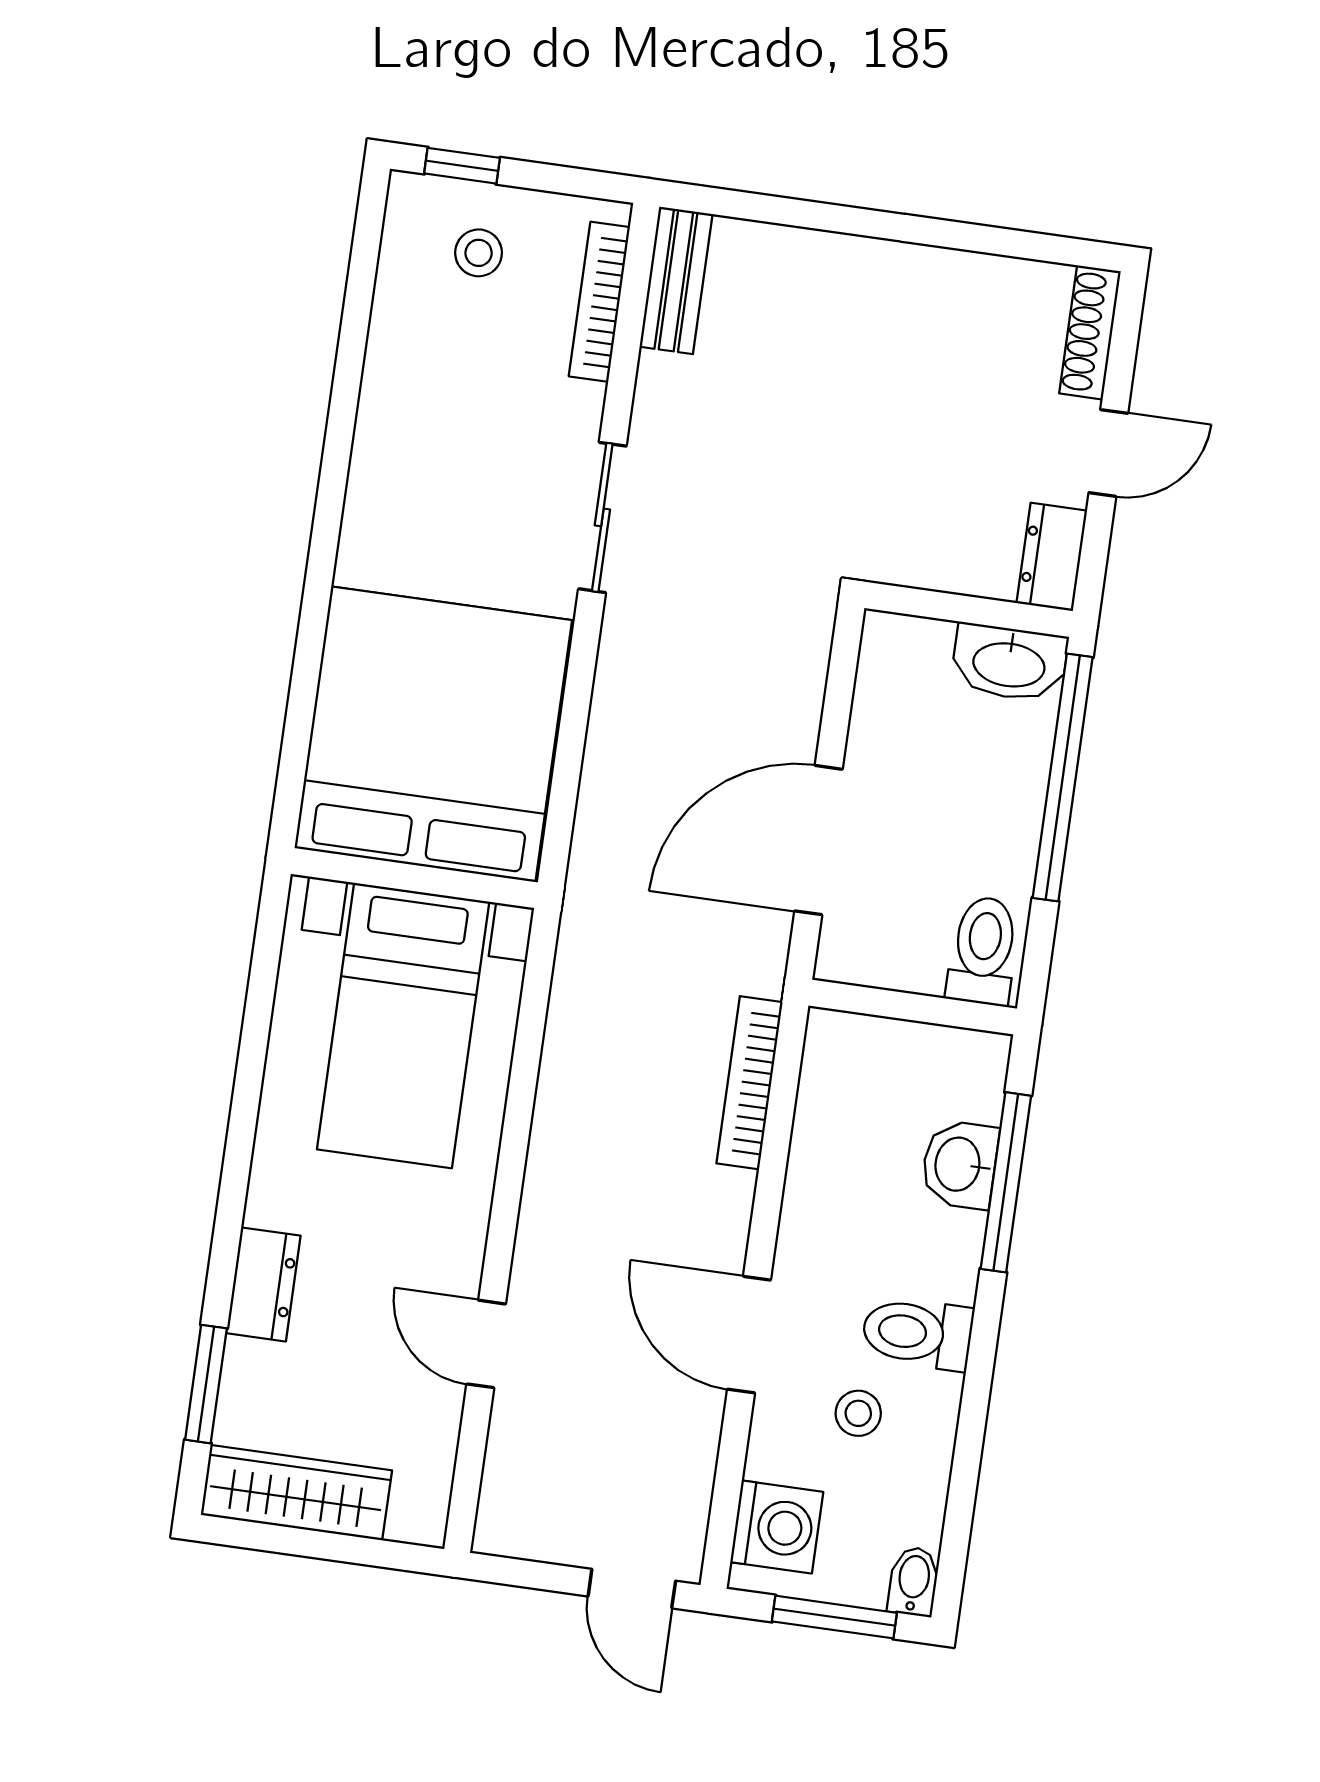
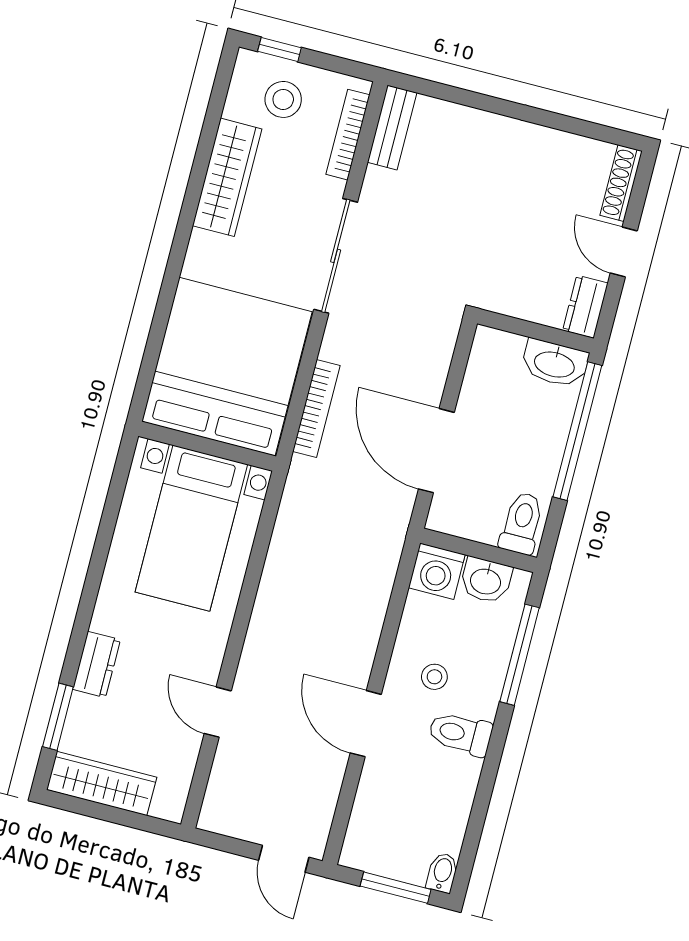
stool: (479, 253) -> (283, 99), width x1.37, depth x1.37
wardrobe: (396, 401) -> (227, 177), added
door: (1108, 453) -> (624, 252), swing flipped
sliding door: (602, 517) -> (336, 256), width x1.37
door: (819, 840) -> (436, 451), hinge flipped
bookcase: (750, 1083) -> (316, 408), moved, turned 180
washbasin: (960, 1164) -> (486, 580), moved, turned -90
stool: (858, 1413) -> (434, 677), moved
washing machine: (777, 1527) -> (437, 571), moved, turned 90

